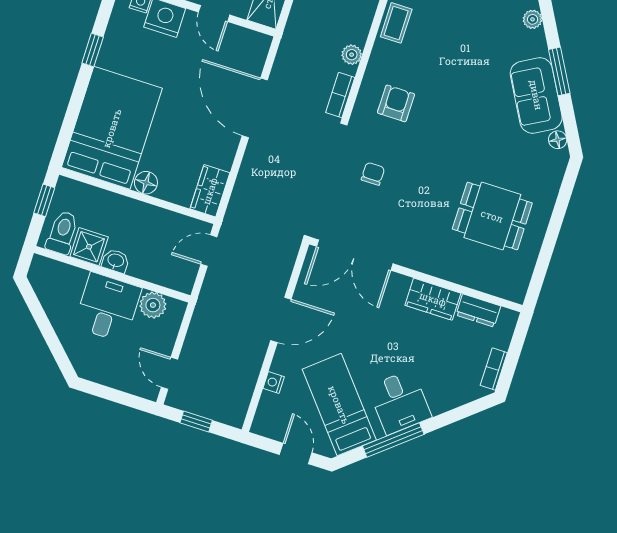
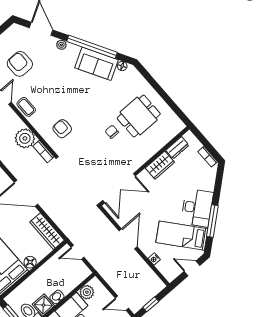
plant: (352, 55) -> (25, 138), width x1.88, depth x1.88
window: (559, 71) -> (92, 47), width x2.11
chair: (373, 174) -> (112, 132), moved
wardrobe: (210, 191) -> (47, 231), width x1.50
door: (209, 251) -> (78, 252), hinge flipped
desk: (400, 402) -> (197, 208), width x1.37

